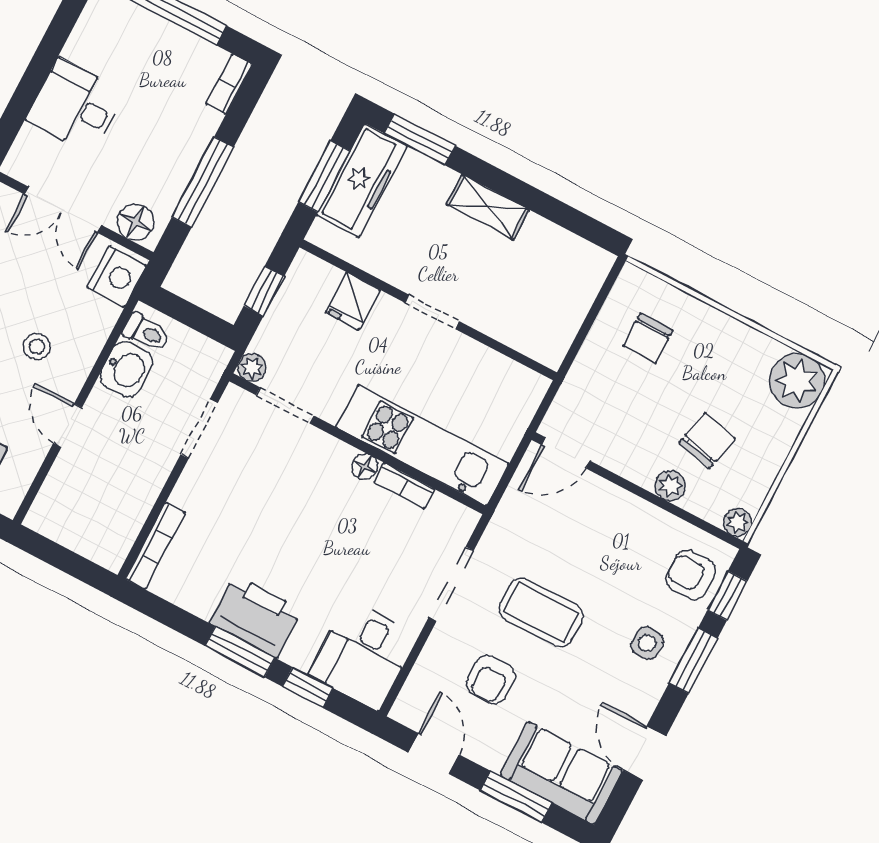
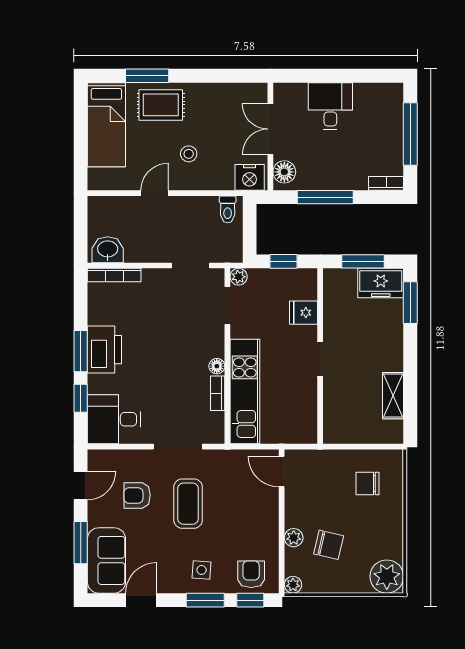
freezer: (362, 180) -> (381, 283), width x0.71
shelving: (488, 207) -> (393, 396), moved
washbasin: (126, 369) -> (108, 250), moved, turned 180

